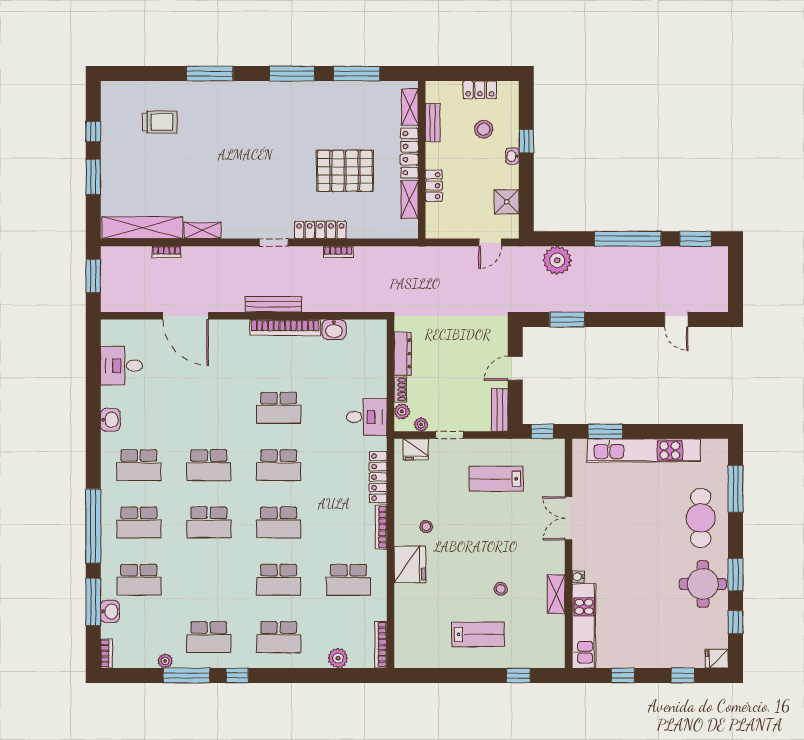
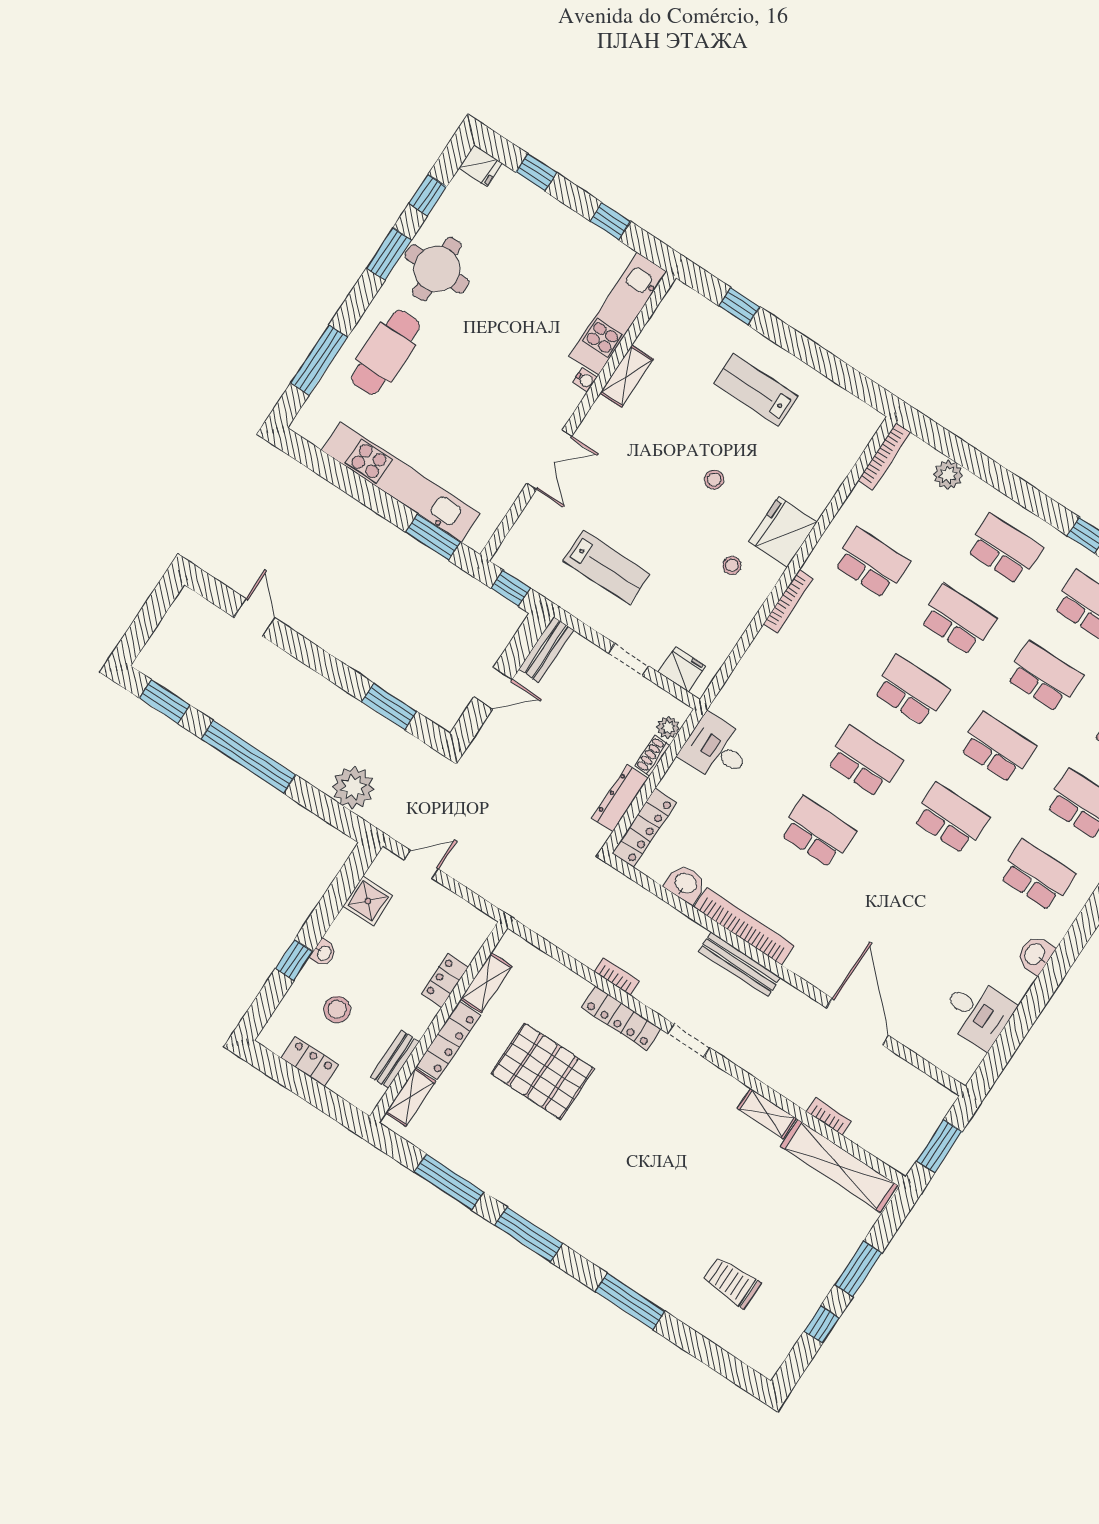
plant: (421, 424) -> (655, 696), removed
locker: (378, 477) -> (644, 828), moved
school desk: (209, 580) -> (1044, 677), added
stool: (501, 589) -> (714, 480), moved

